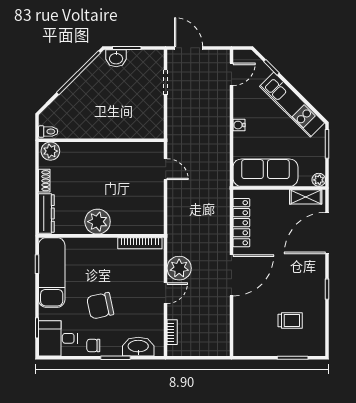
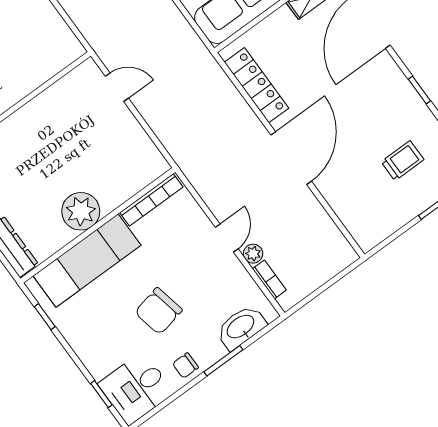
plant: (179, 268) -> (253, 254), moved, width x0.53, depth x0.53
exam couch: (52, 272) -> (87, 261), moved, turned 90

